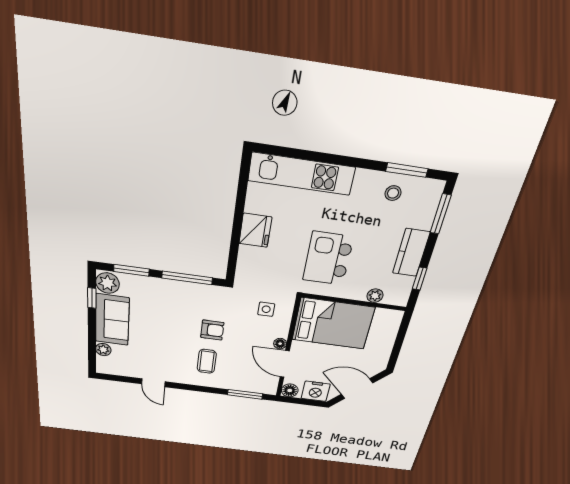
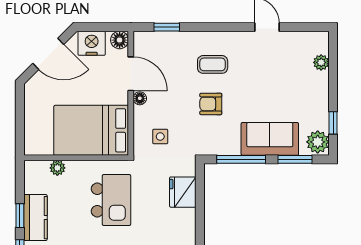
fridge: (255, 230) -> (183, 192), moved
window: (420, 279) -> (20, 216), moved
sofa: (112, 320) -> (270, 139), moved, turned 90
coffee table: (207, 361) -> (213, 64), turned 90
window: (245, 394) -> (167, 27), width x0.67

